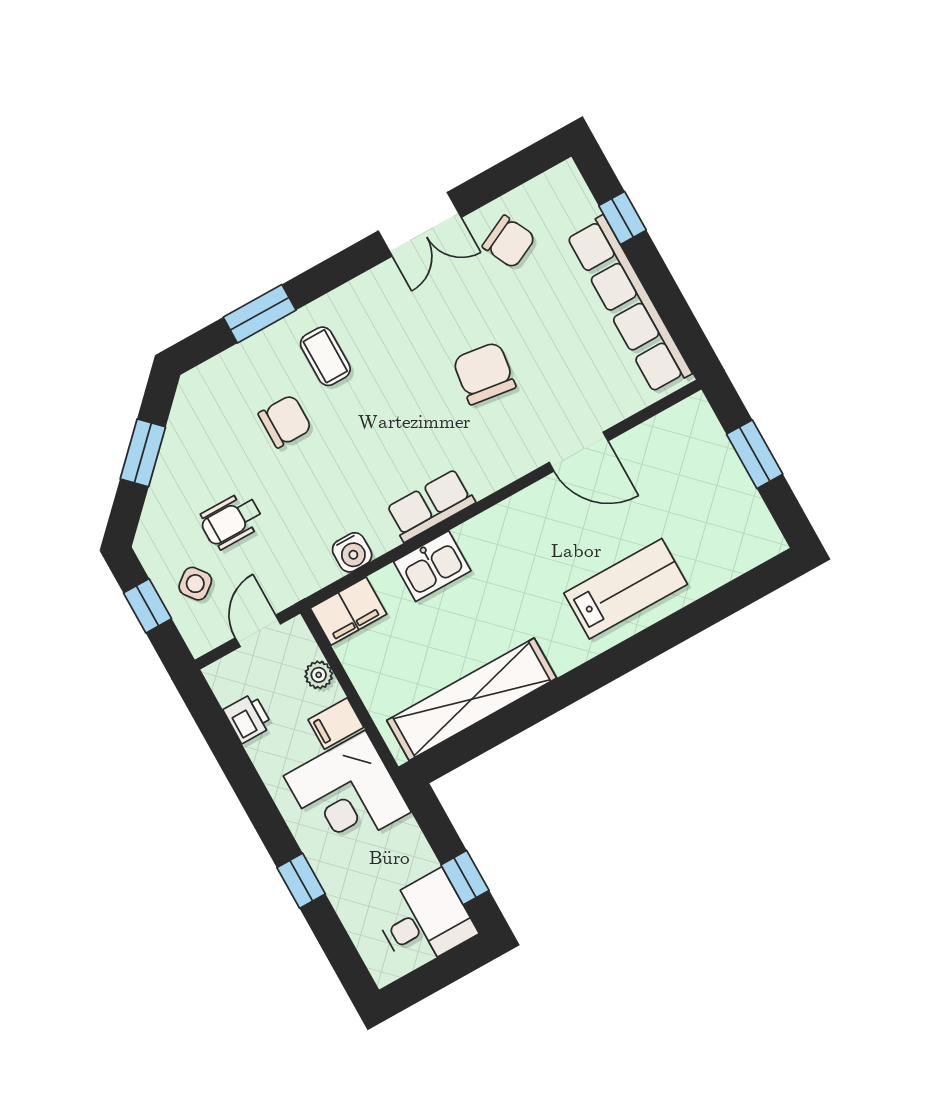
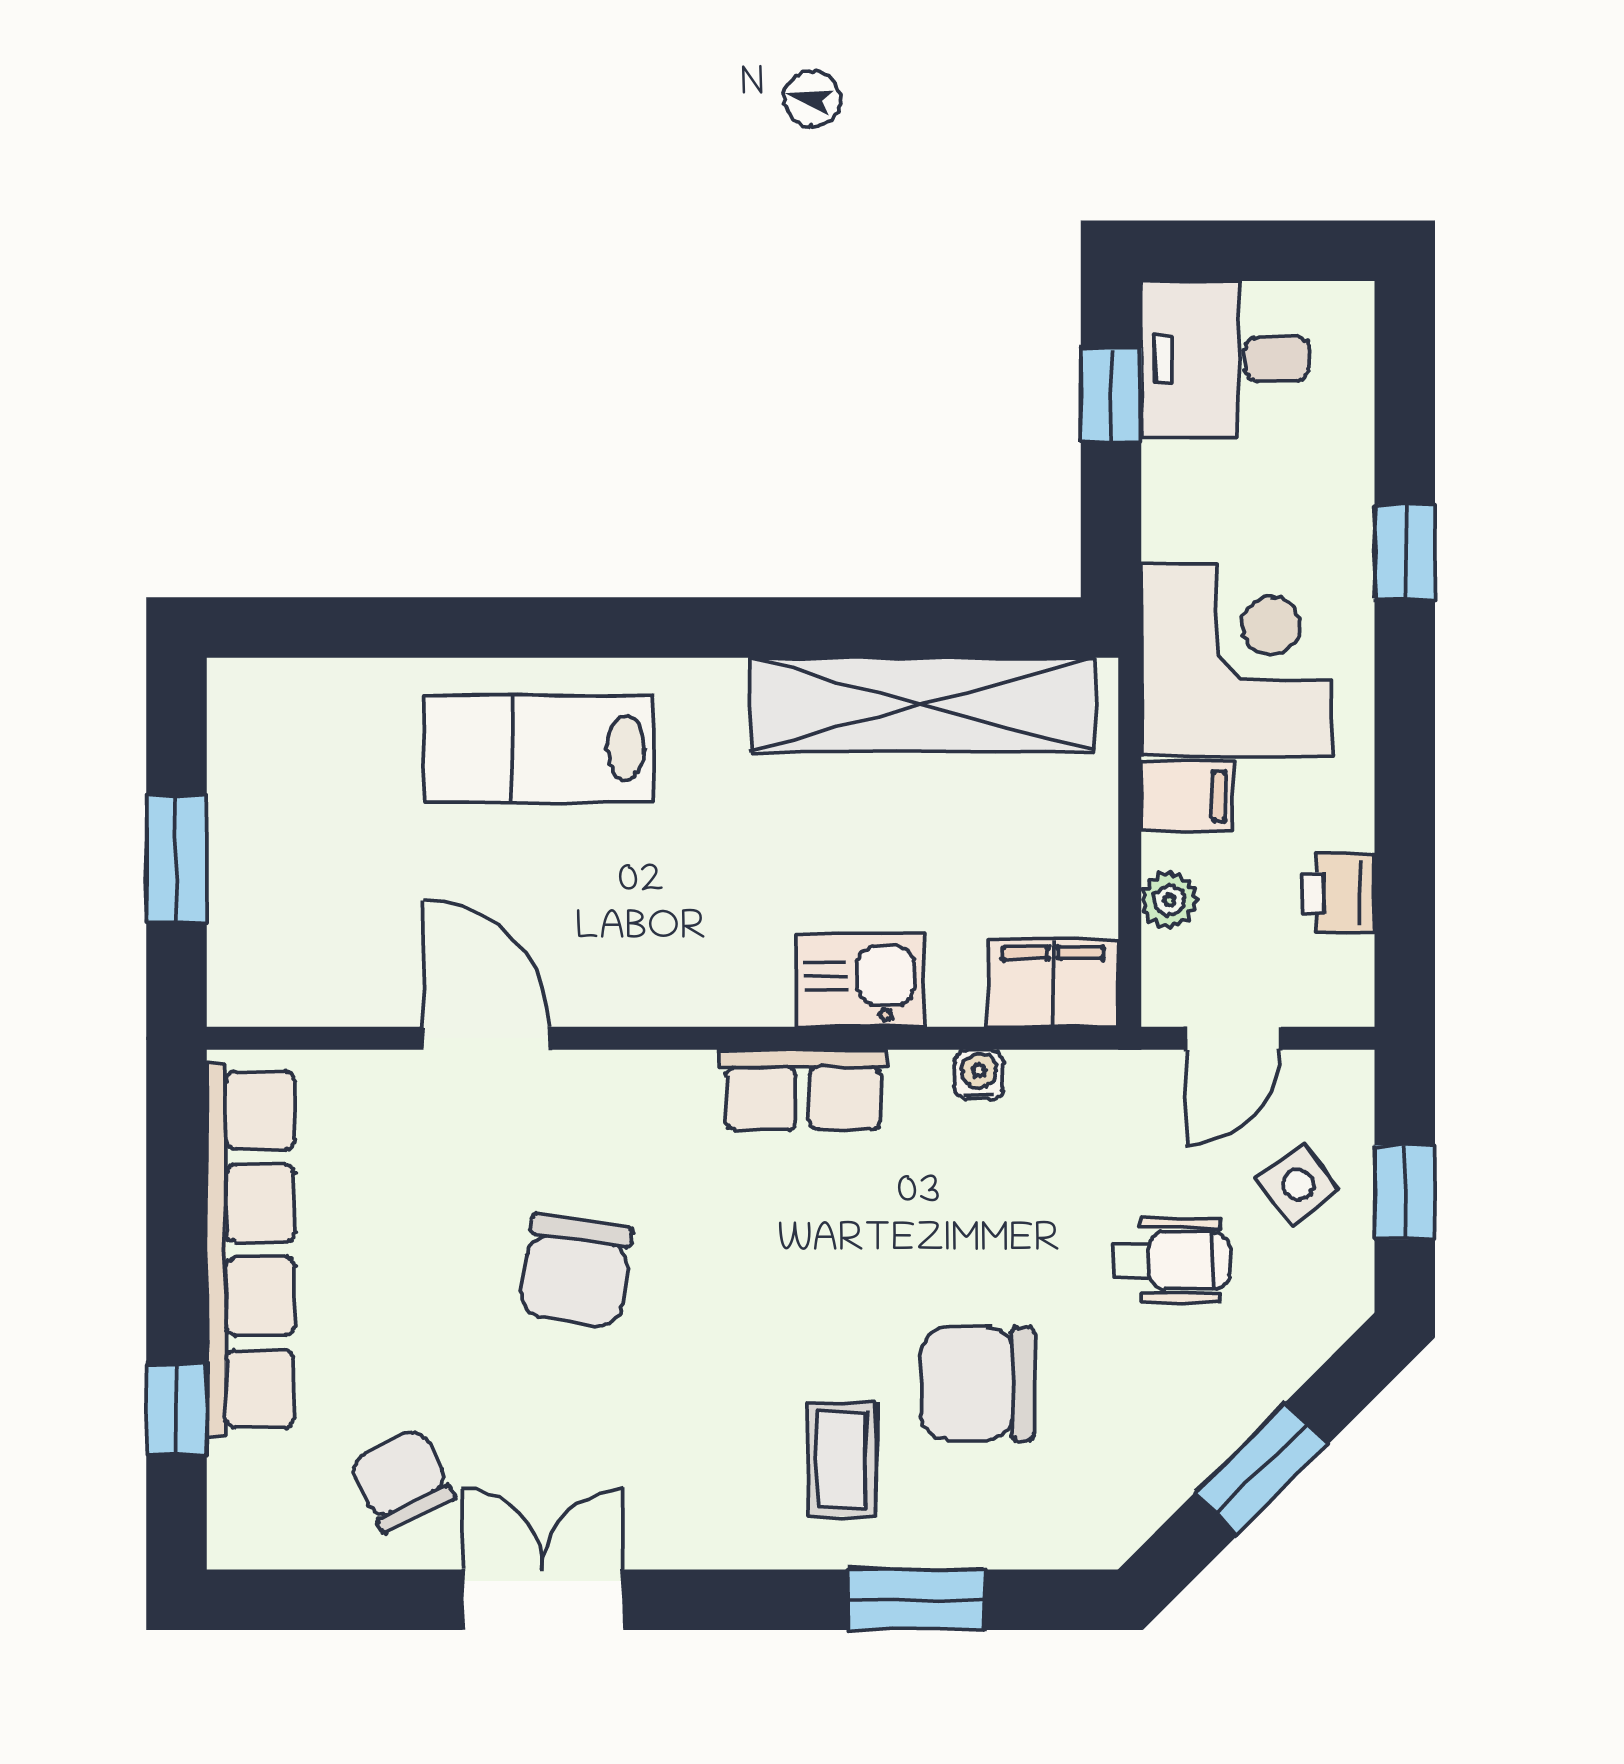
chair: (285, 421) -> (977, 1384), width x1.37, depth x1.37
water cooler: (352, 552) -> (979, 1075), width x0.72, depth x0.72

